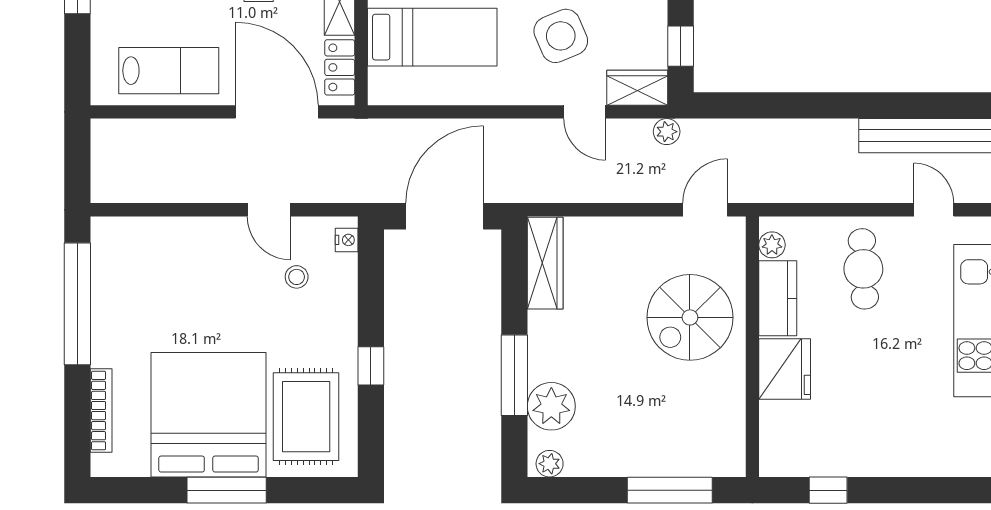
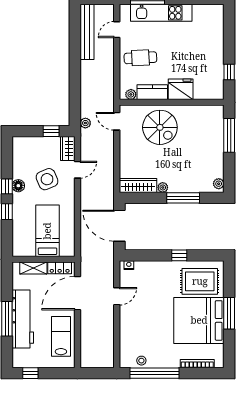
plant: (667, 132) -> (85, 123), moved
stool: (297, 277) -> (141, 361), moved
plant: (551, 406) -> (163, 187), moved, width x0.53, depth x0.53

